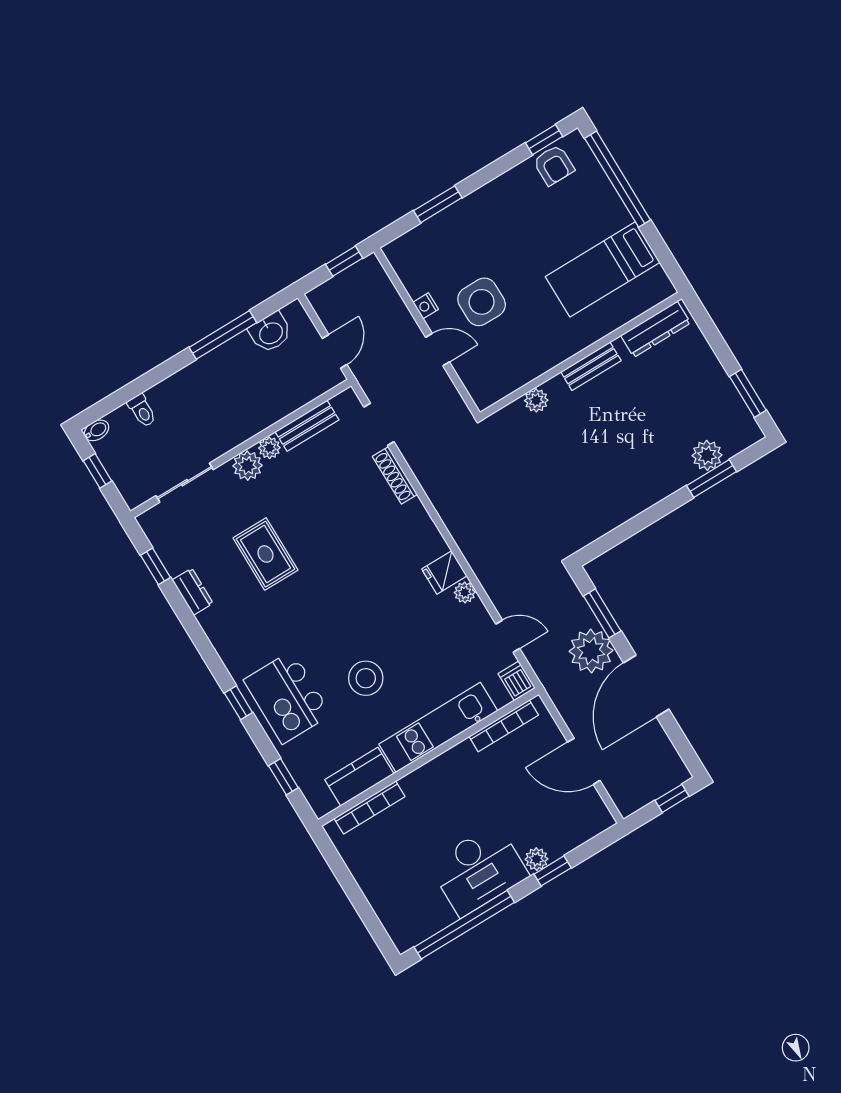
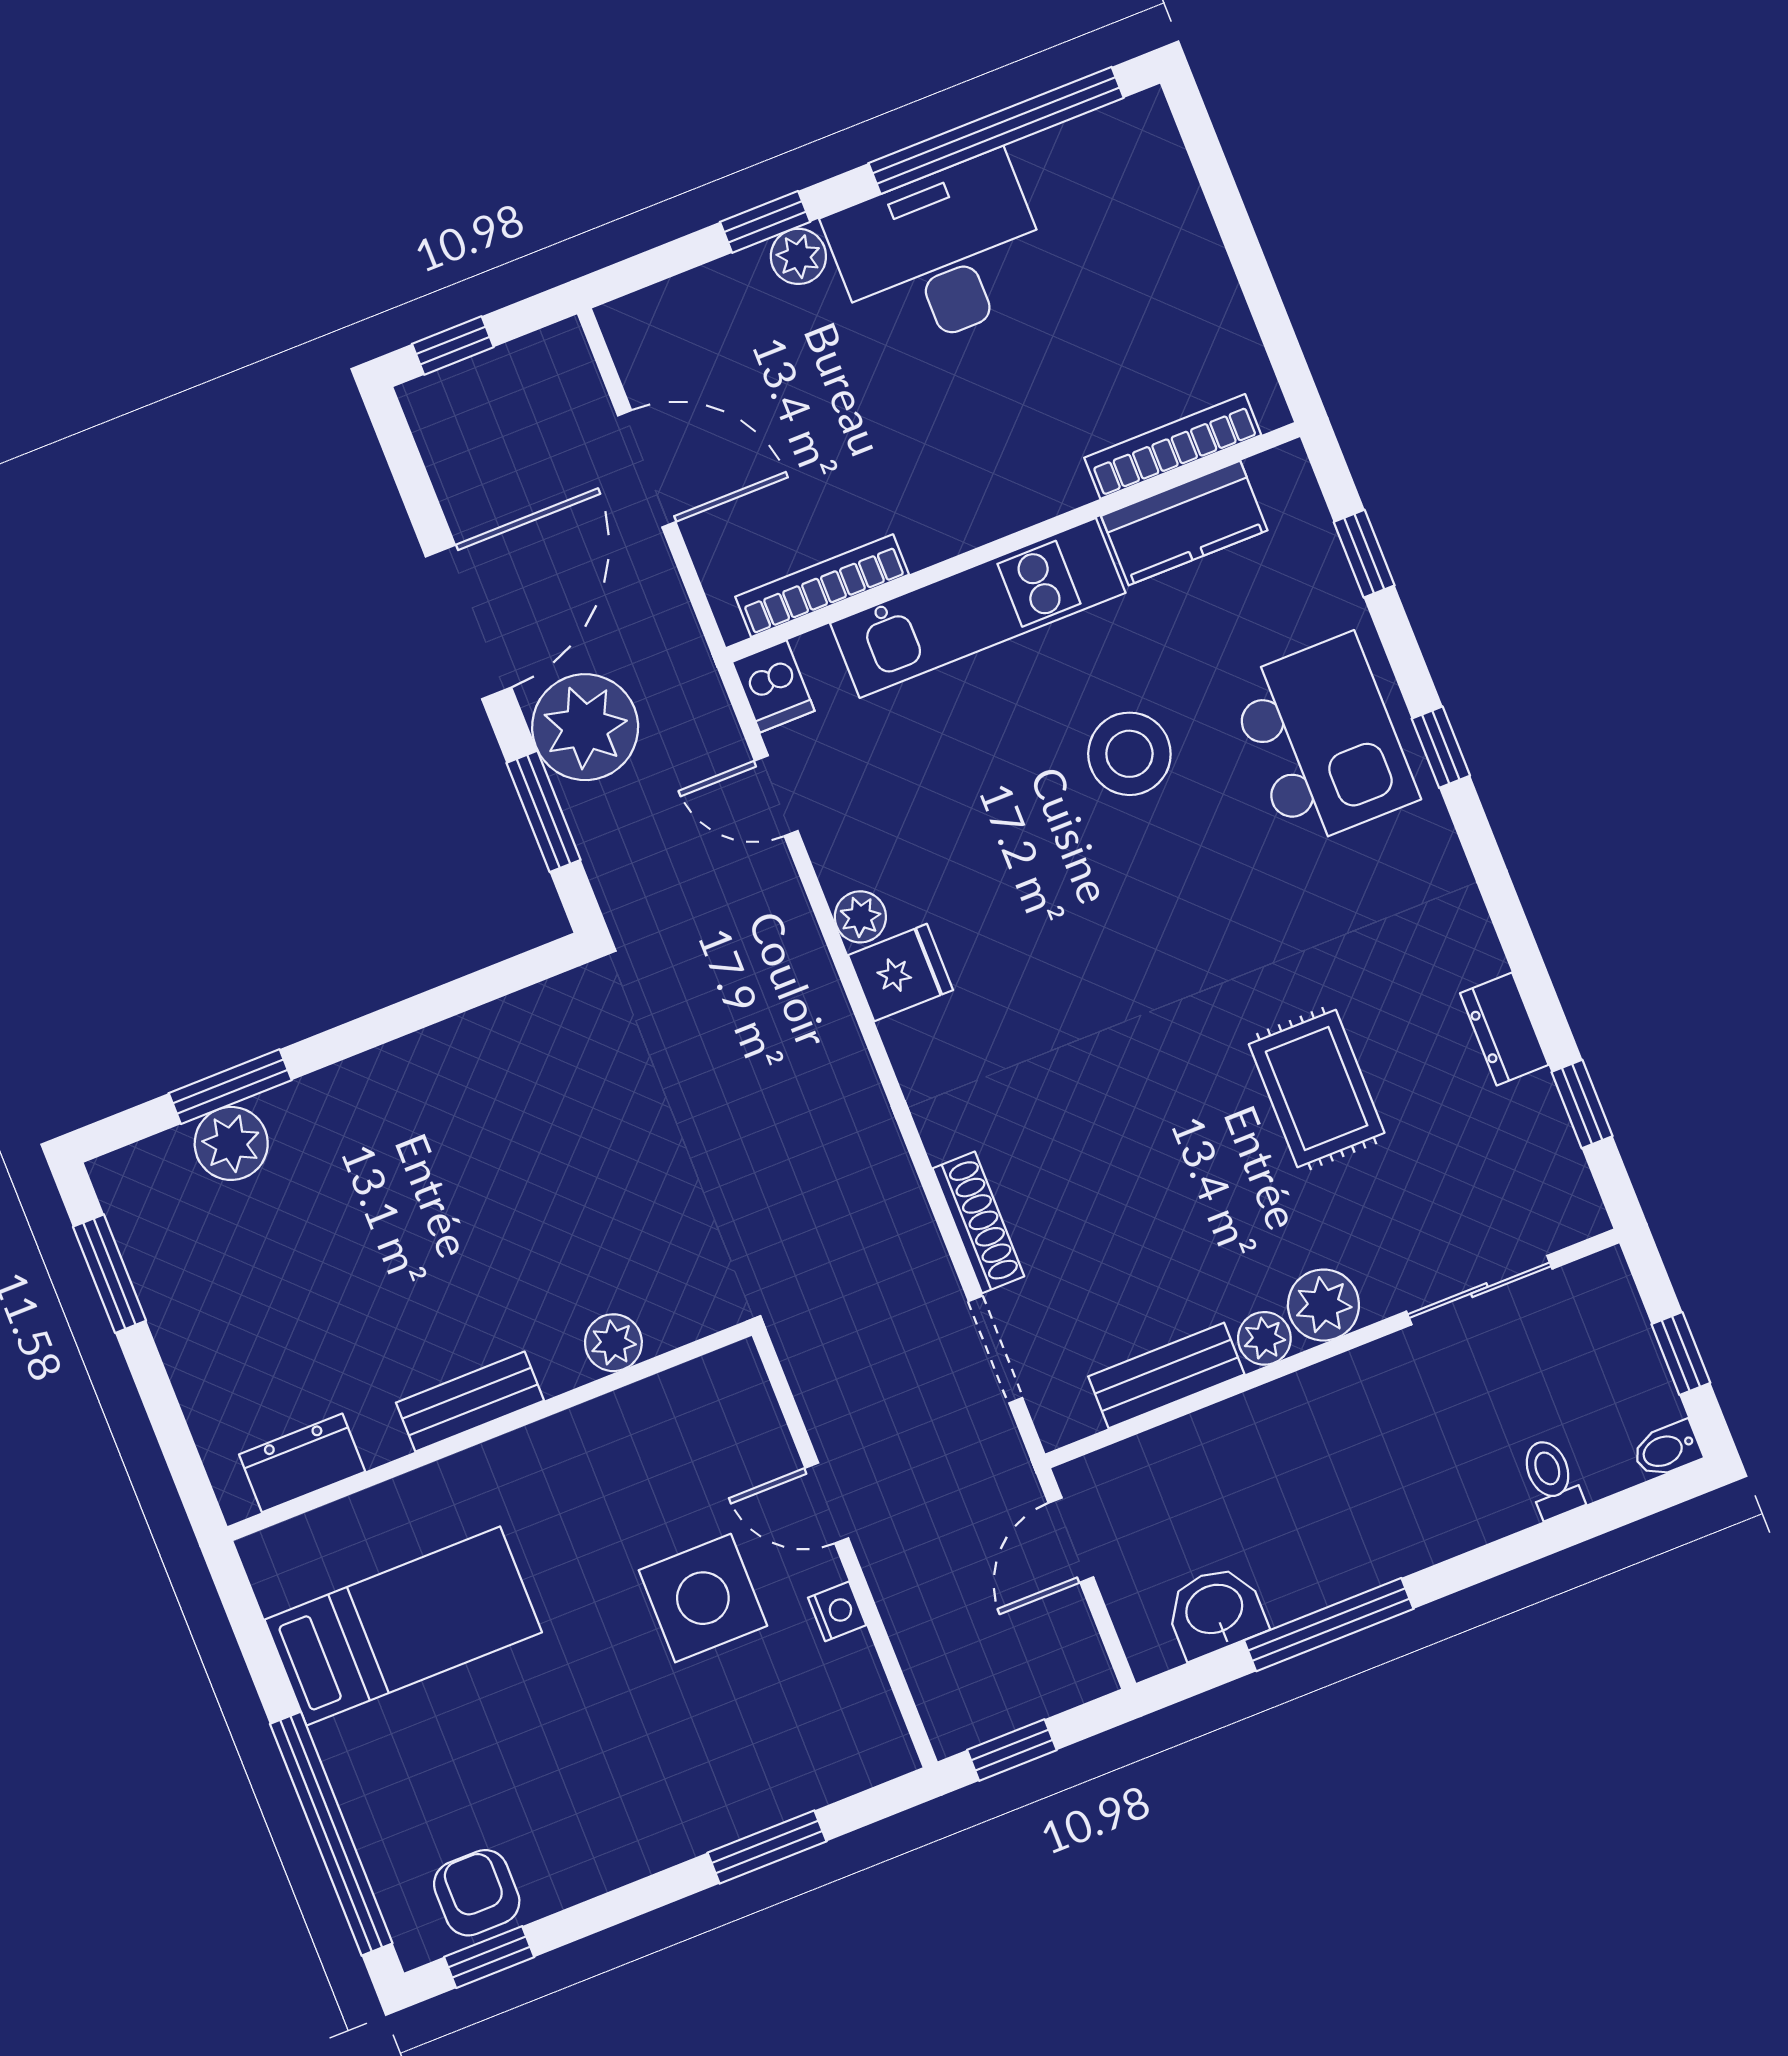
dresser: (656, 329) -> (302, 1463), width x0.70

